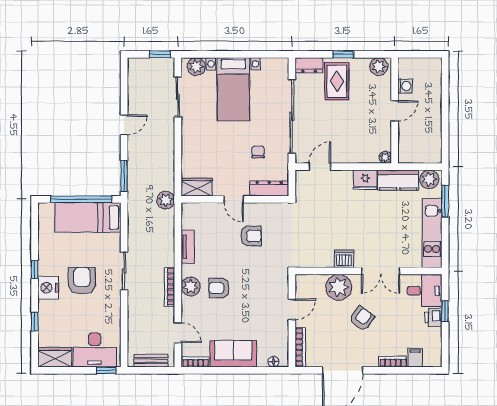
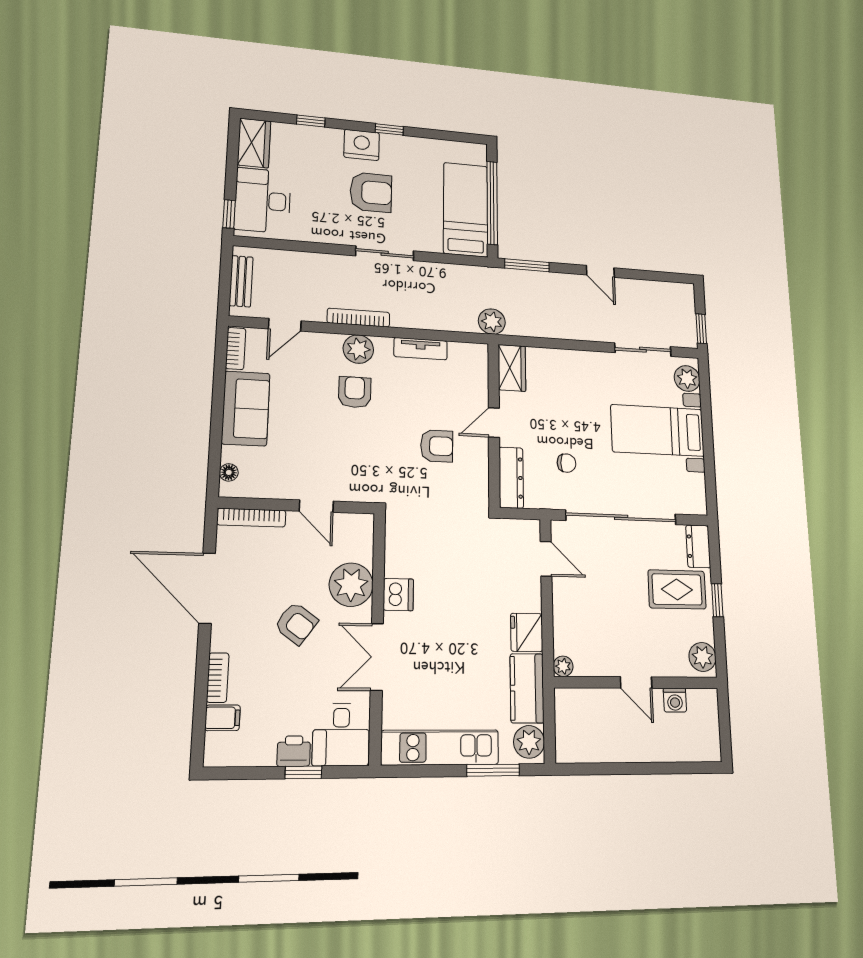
armchair: (251, 236) -> (437, 446), turned -90

